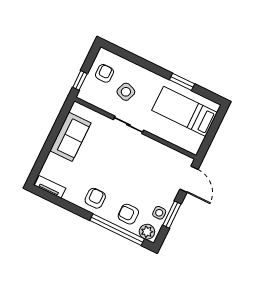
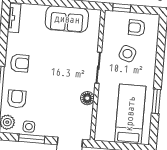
armchair: (105, 73) -> (137, 28), turned 180
floor lamp: (154, 147) -> (87, 98), added

